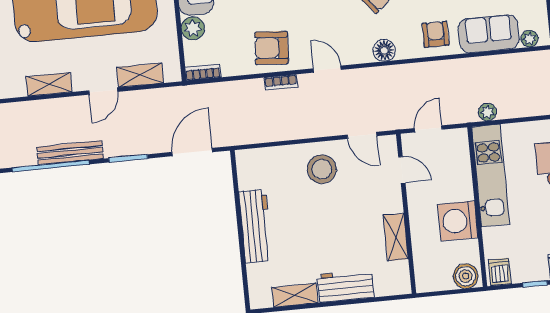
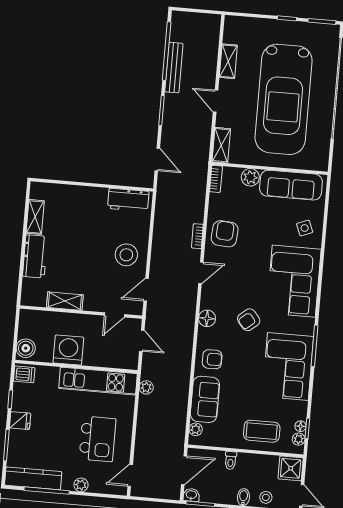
shelving: (140, 75) -> (221, 145), moved
door: (192, 152) -> (157, 160), width x0.73
workbench: (256, 226) -> (128, 200), moved, width x0.73

